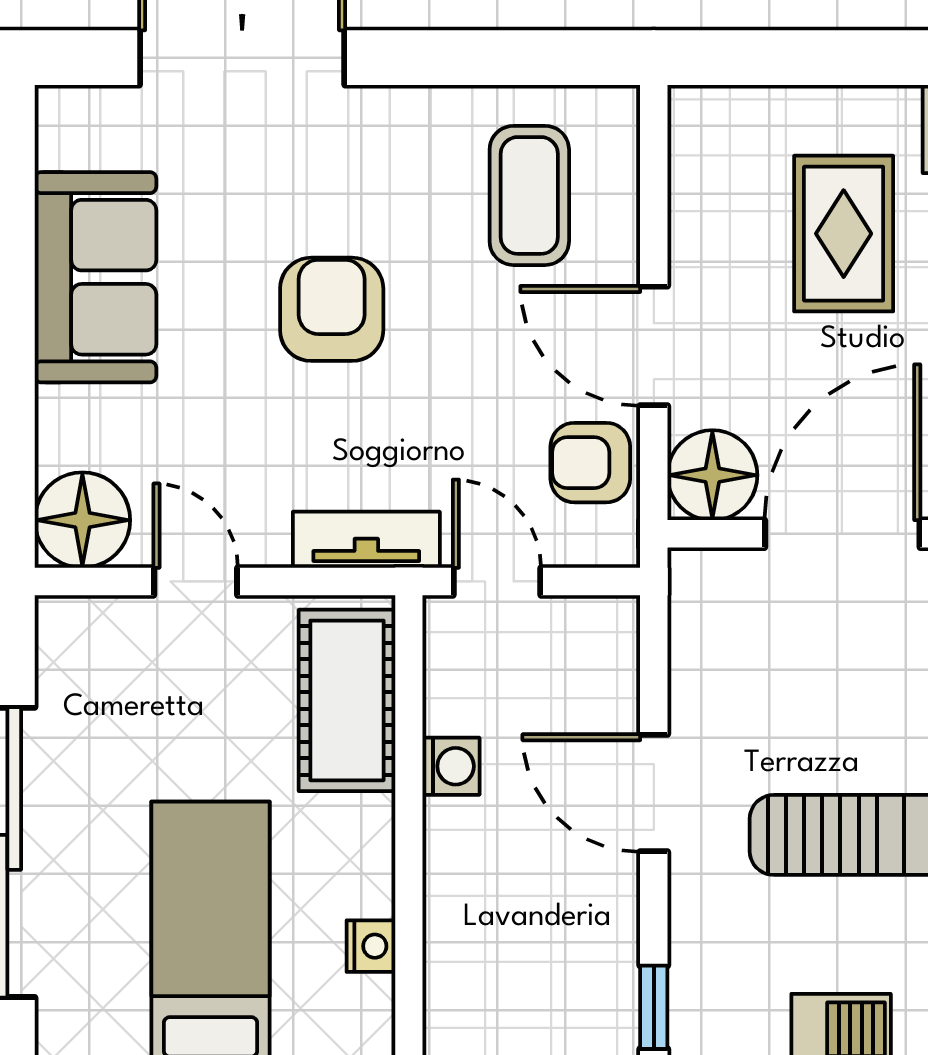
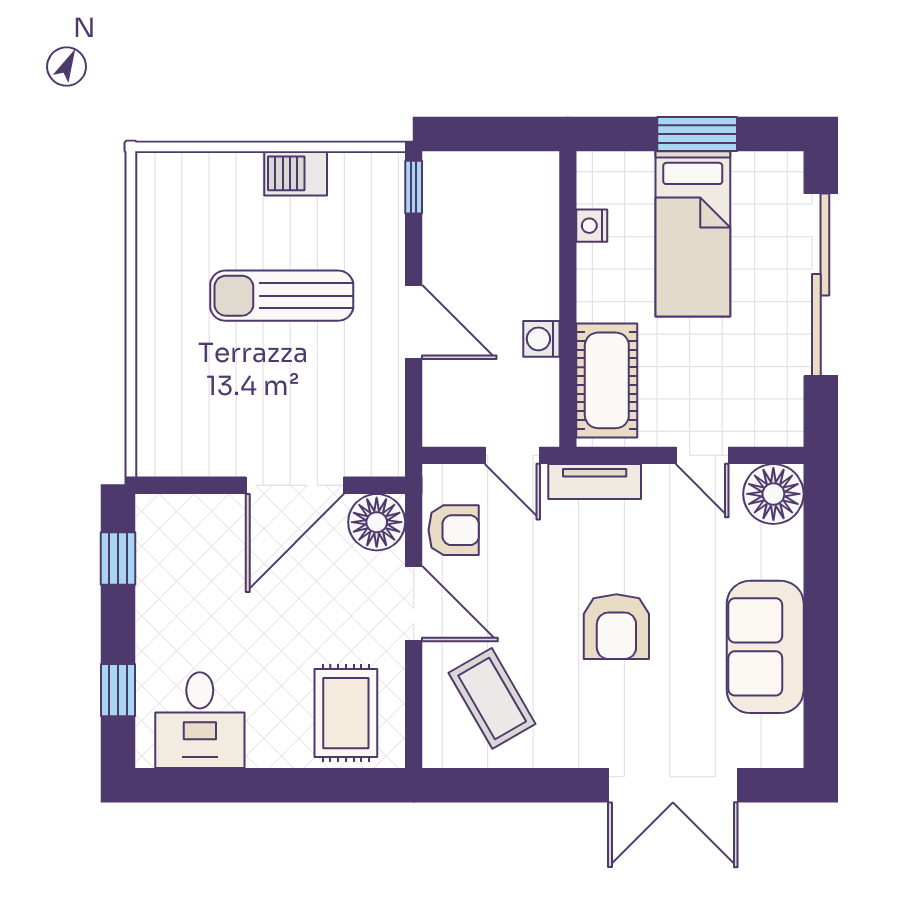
coffee table: (529, 195) -> (492, 698), turned -30
rug: (844, 234) -> (346, 713), moved

